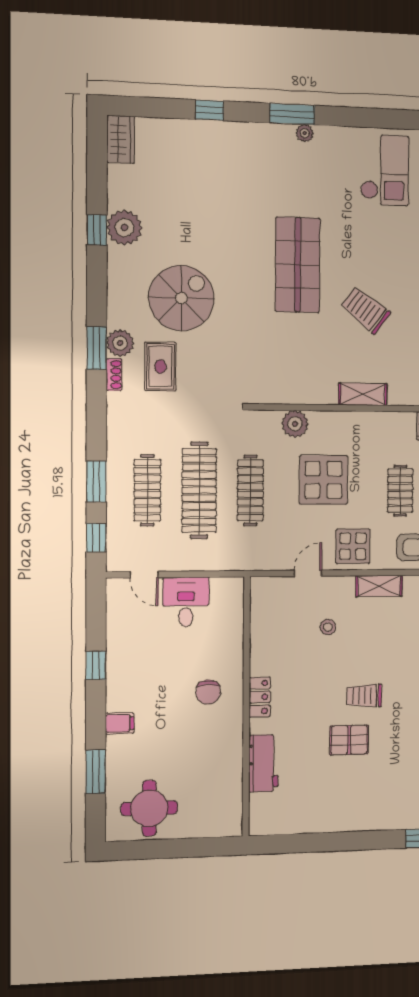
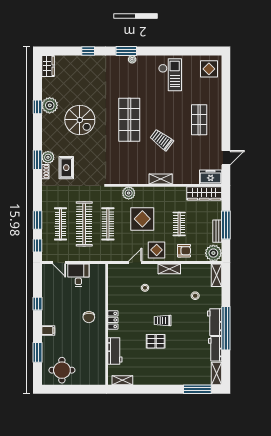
spiral stairs: (181, 298) -> (80, 120), moved, turned 90
shelving: (279, 825) -> (122, 380), added

